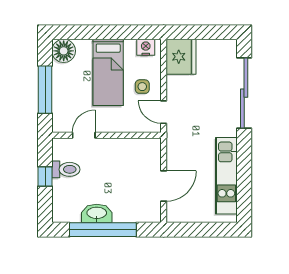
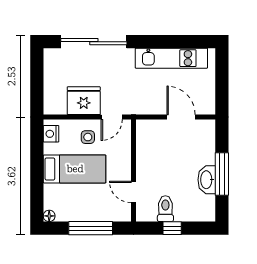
floor lamp: (64, 51) -> (49, 216), width x0.53, depth x0.53
fridge: (181, 57) -> (84, 101), moved
window: (103, 230) -> (222, 174), width x0.68

